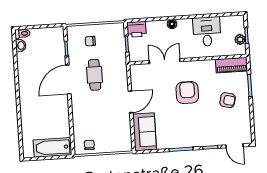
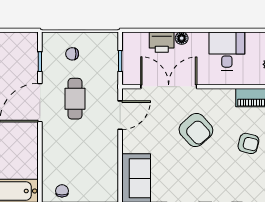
printer: (136, 29) -> (162, 42), moved
double door: (165, 61) -> (169, 87), width x1.37
armchair: (187, 93) -> (196, 130), turned 138
door: (131, 102) -> (120, 115), moved

